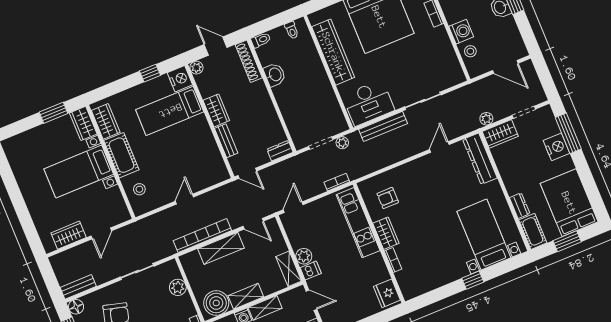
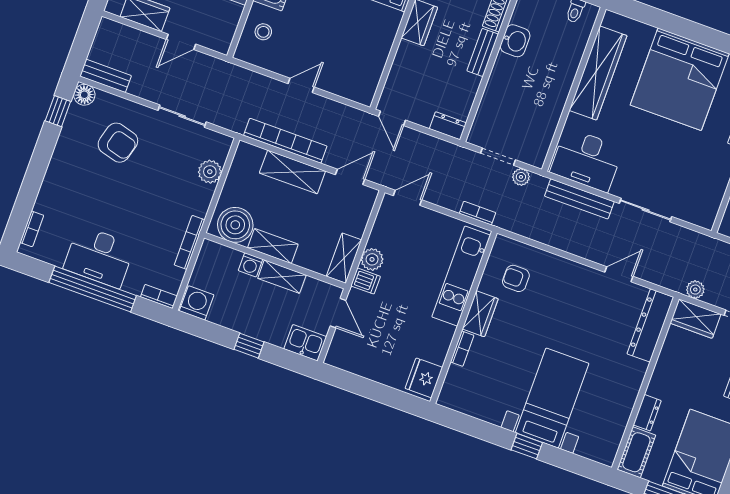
bench: (226, 141) -> (483, 52), moved
door: (253, 224) -> (350, 177), swing flipped
bed with nightstands: (484, 235) -> (552, 398), moved

